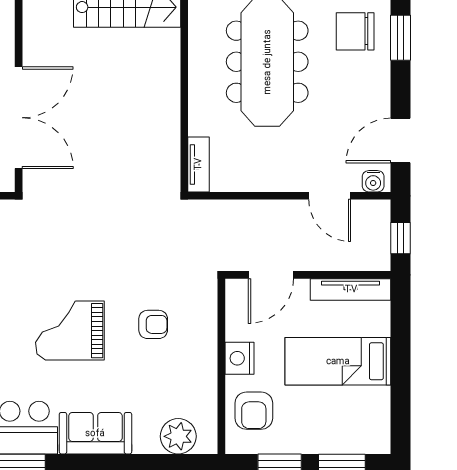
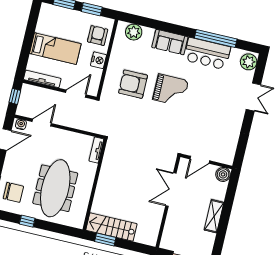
double door: (19, 118) -> (171, 189), width x0.73
door: (330, 196) -> (42, 122), hinge flipped
armchair: (153, 324) -> (133, 84), width x1.88, depth x1.88

